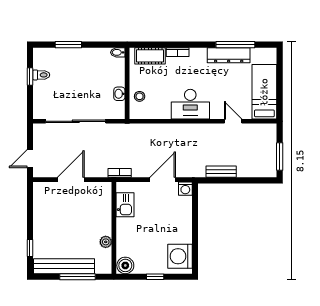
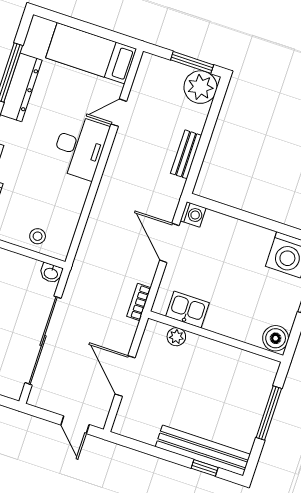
washbasin: (119, 94) -> (51, 273), moved
desk: (190, 104) -> (80, 147), moved
plant: (266, 167) -> (200, 87), added
plant: (106, 242) -> (176, 337), moved
bench: (64, 266) -> (203, 450), moved, turned 90

